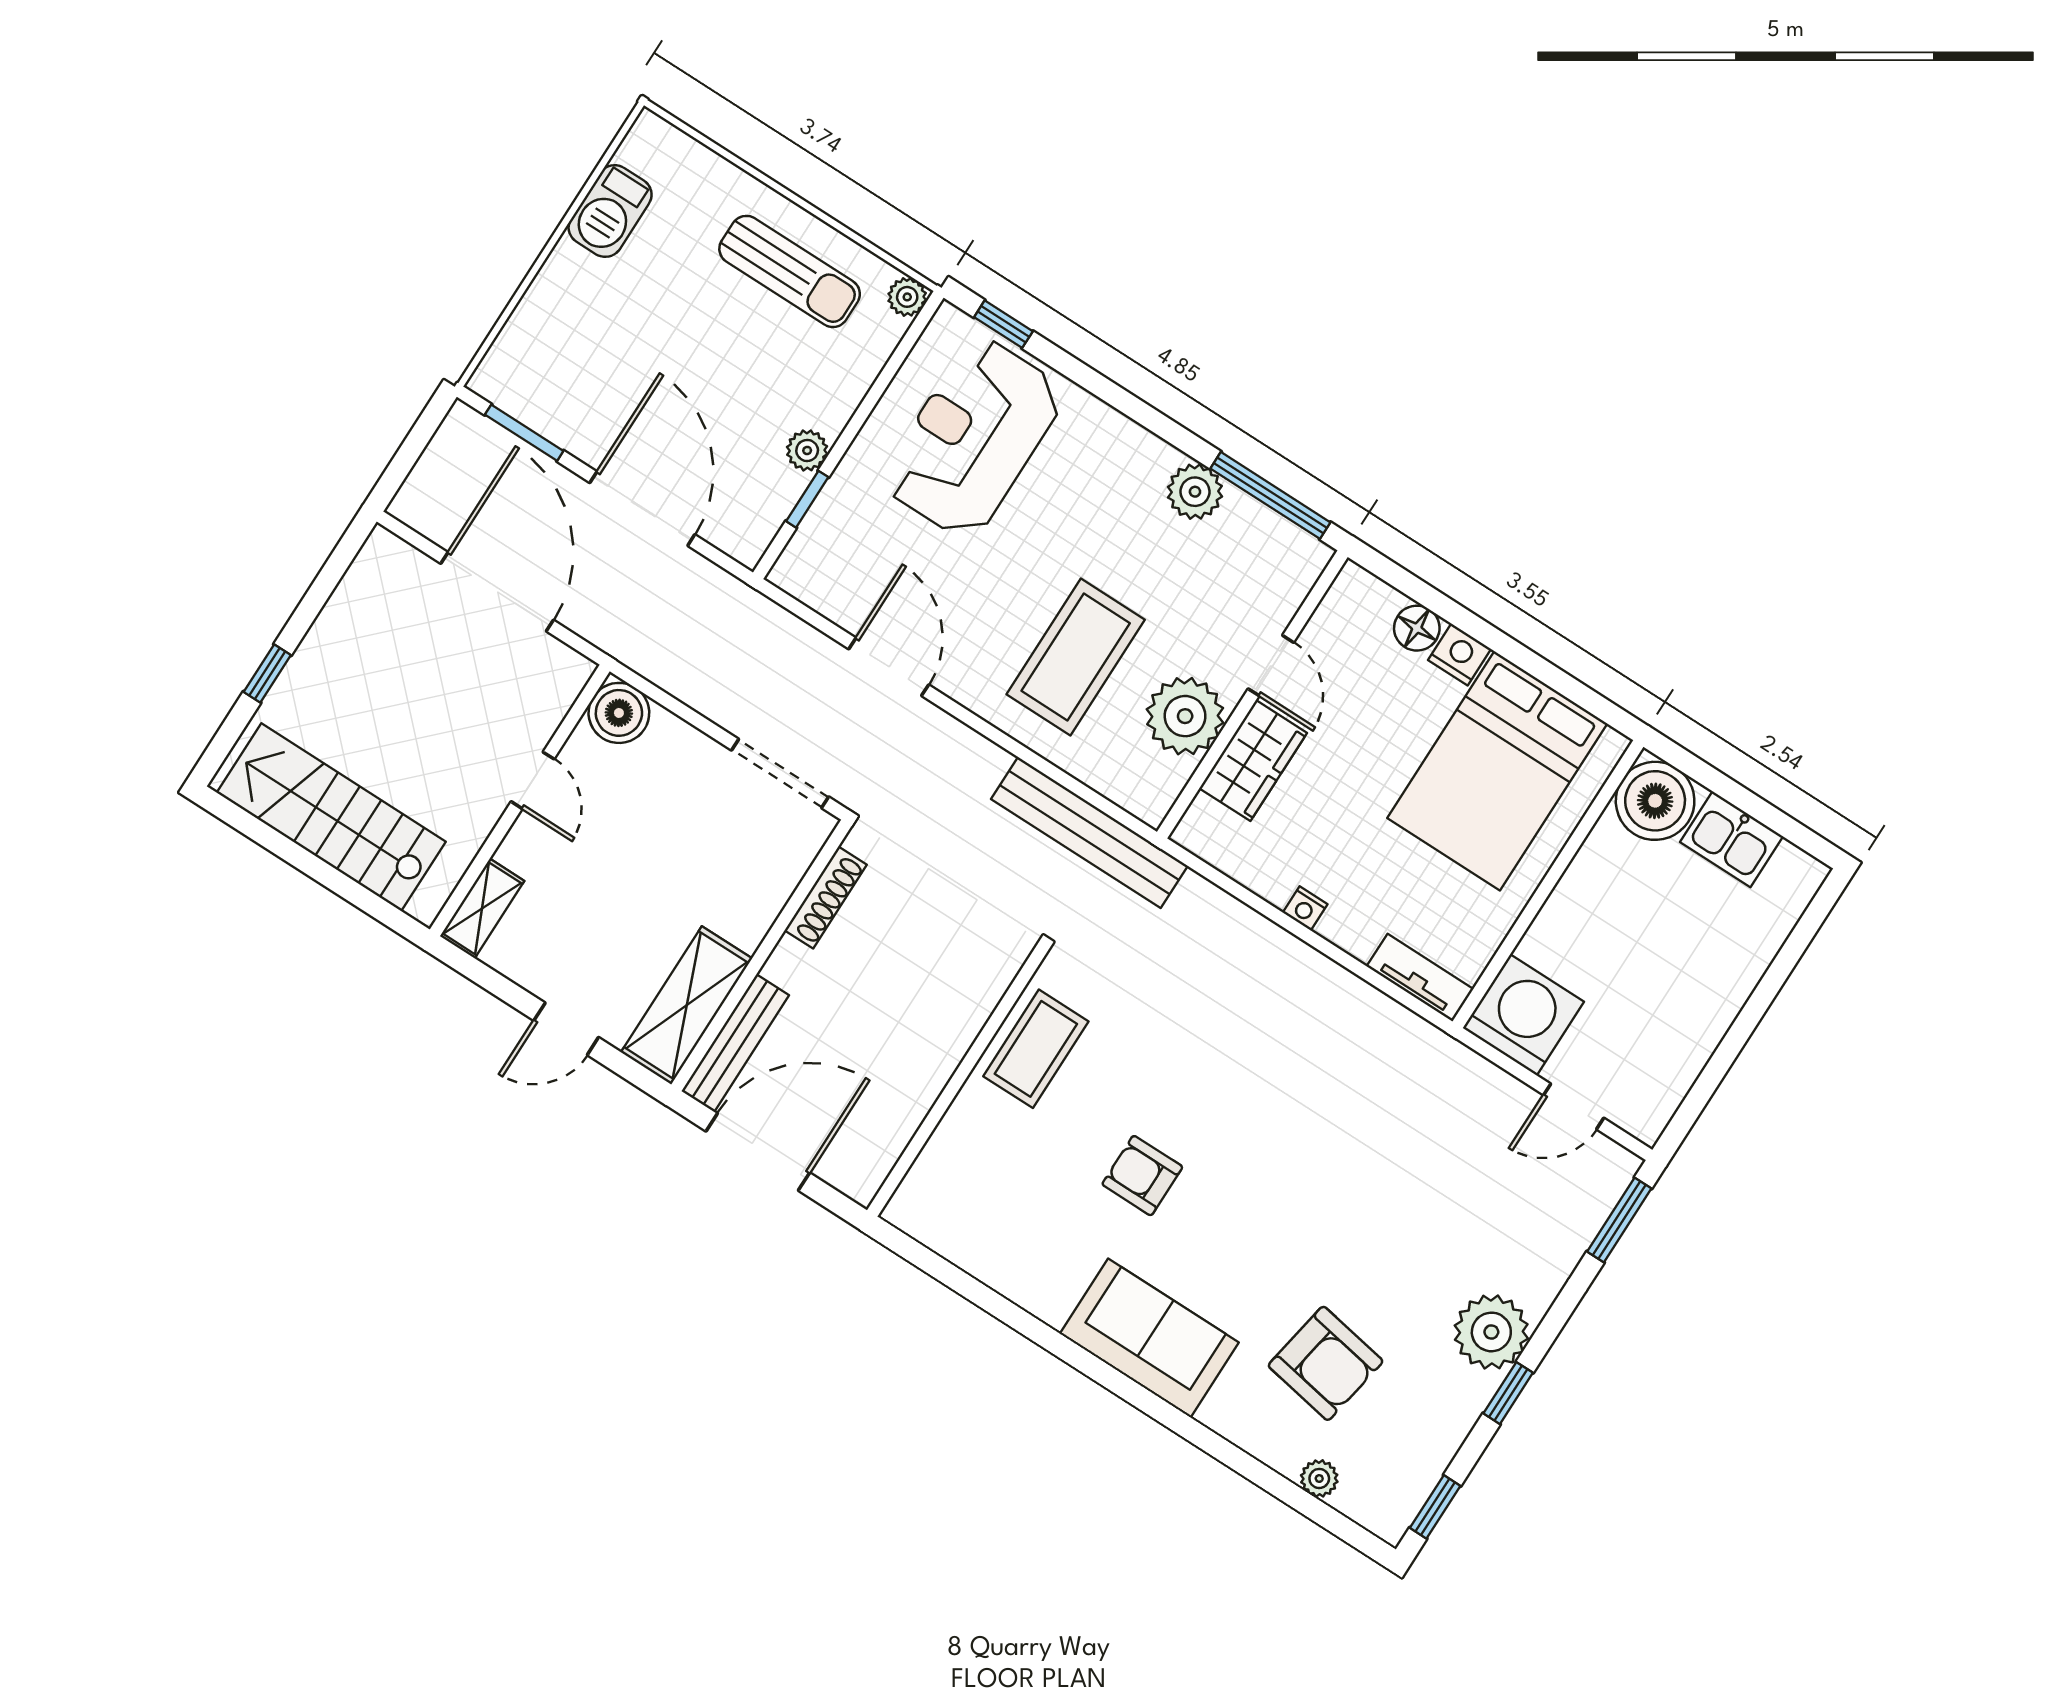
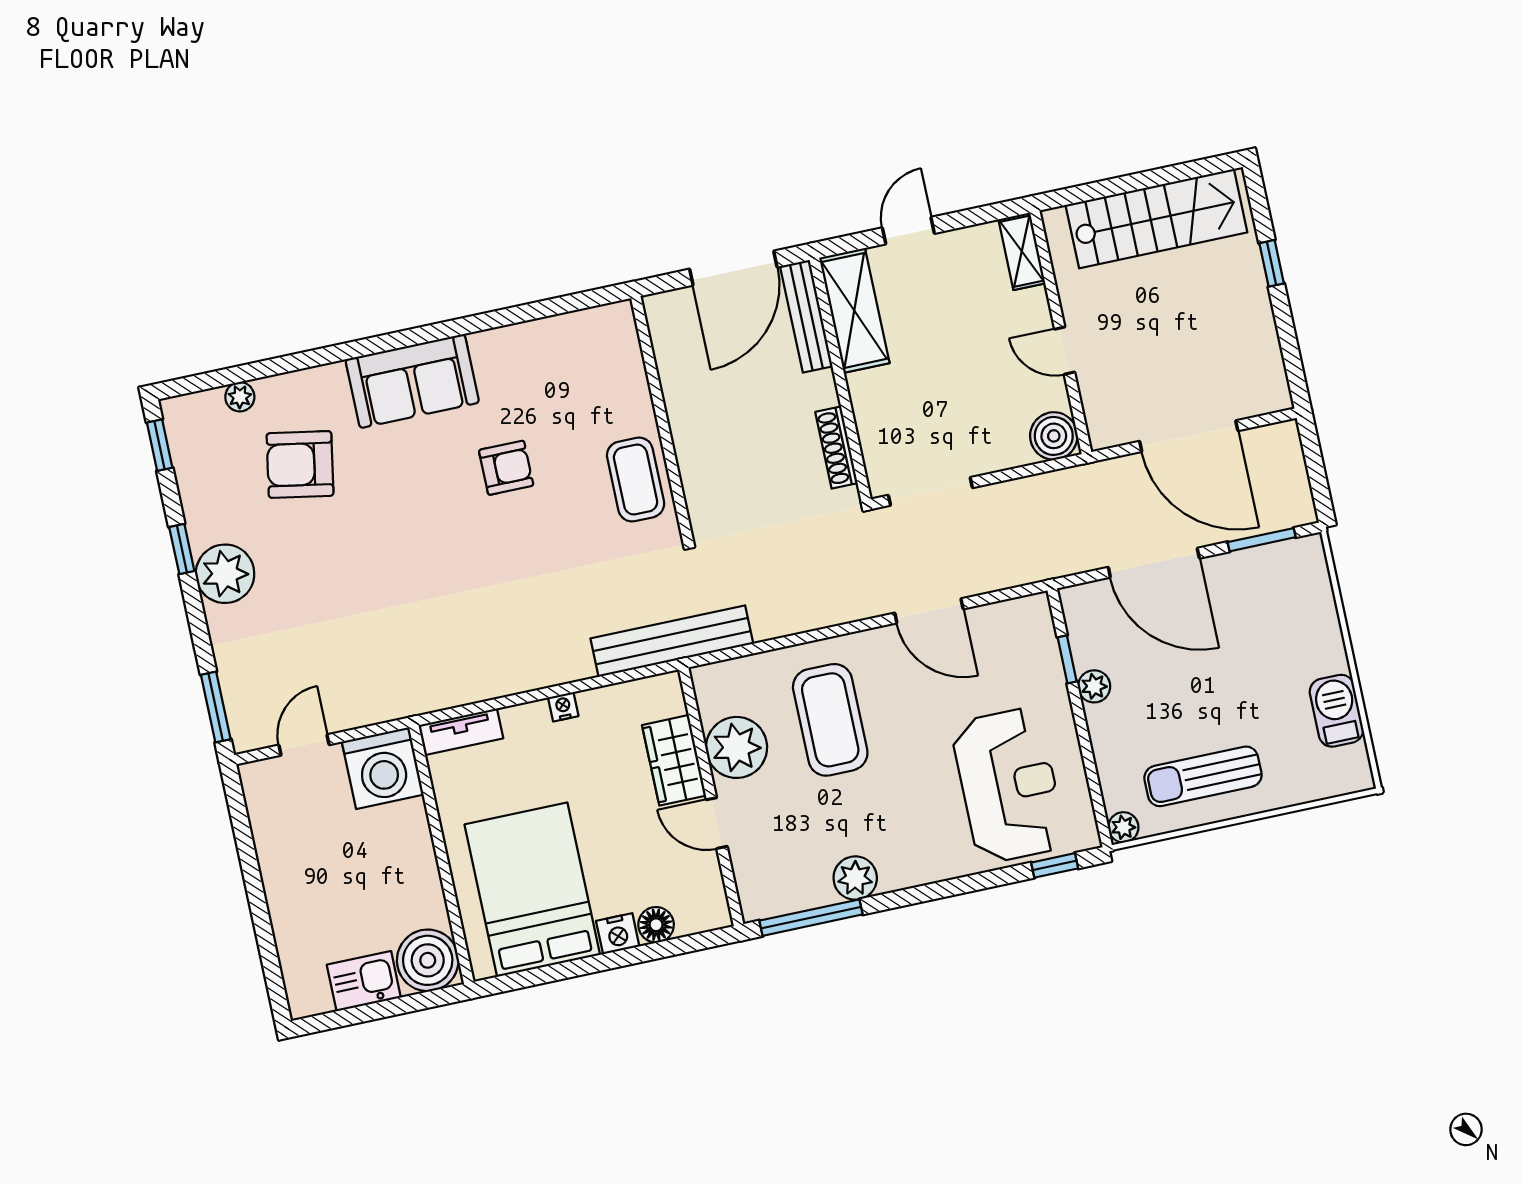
bench: (1089, 832) -> (672, 641), moved

